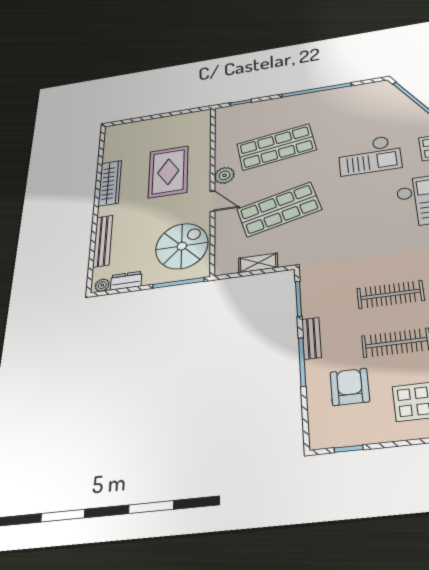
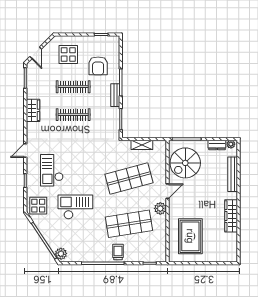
plant: (387, 91) -> (61, 254), added
trolley: (292, 108) -> (118, 252), added
rug: (168, 172) -> (190, 236), moved
door: (212, 201) -> (168, 191), swing flipped

